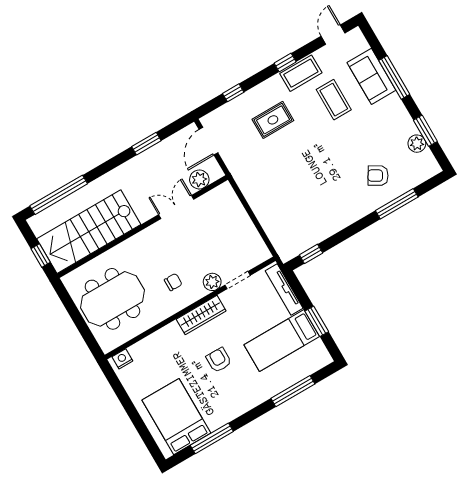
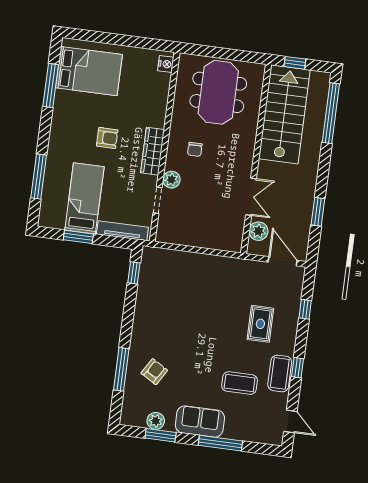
sofa: (371, 76) -> (200, 422), moved

